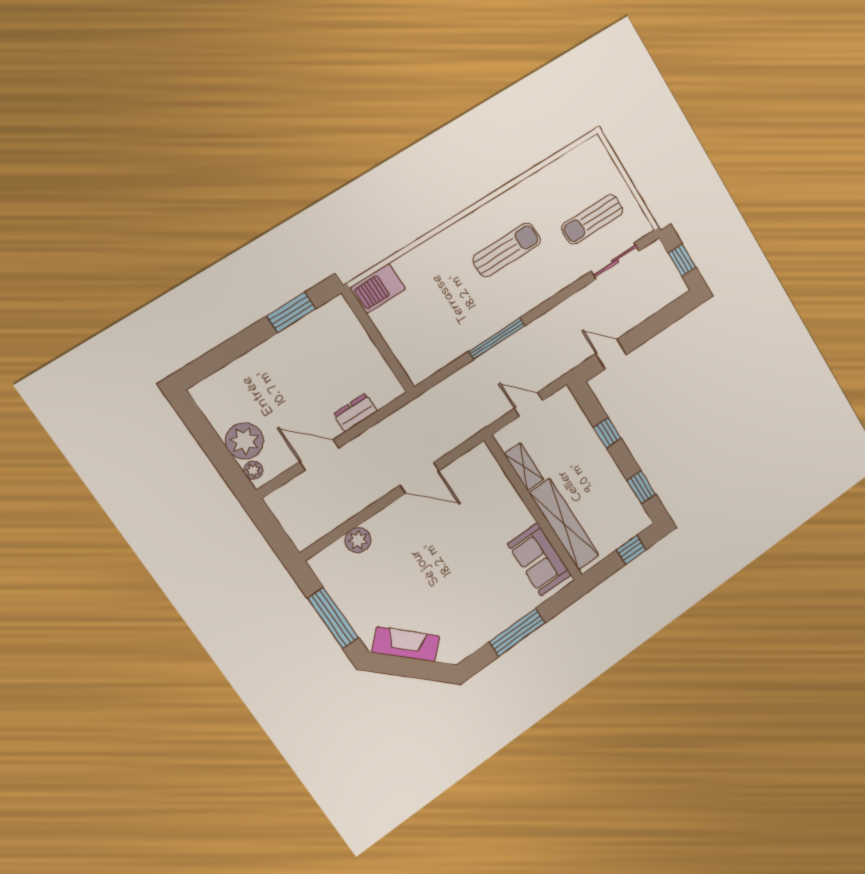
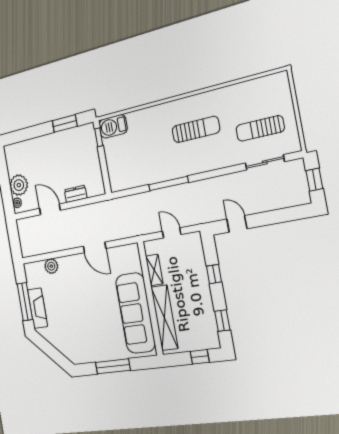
window: (360, 313) -> (99, 137), added
sofa: (539, 559) -> (135, 313), width x1.85, depth x1.27
fireplace: (406, 644) -> (38, 308), moved, turned 45

